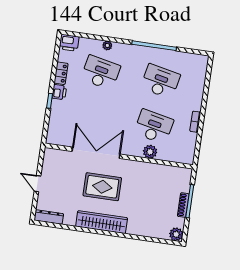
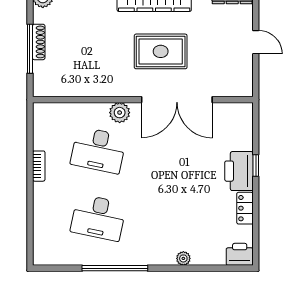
desk: (101, 73) -> (187, 218), removed
printer: (59, 92) -> (239, 171), width x1.87, depth x1.48
plant: (150, 152) -> (120, 113), moved

